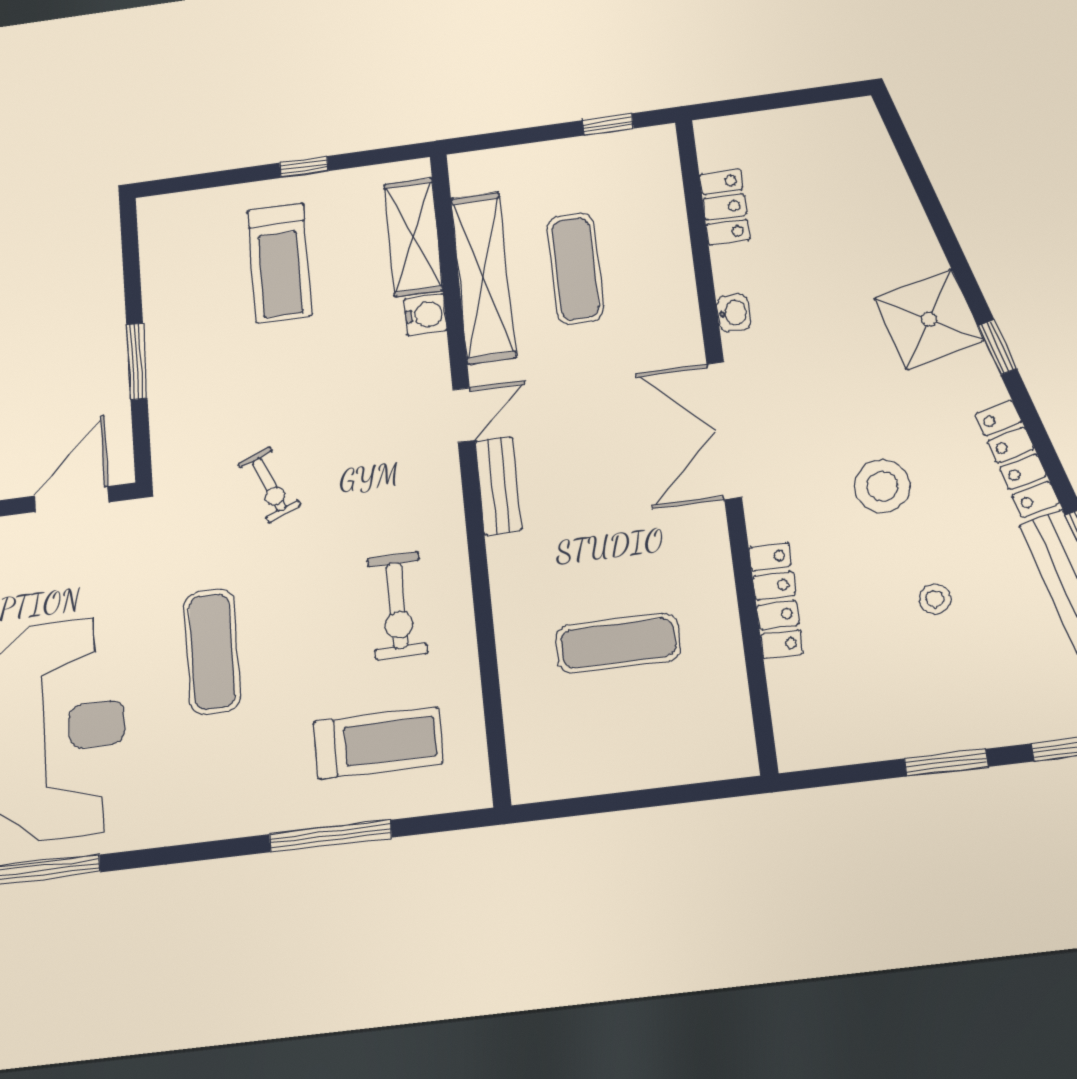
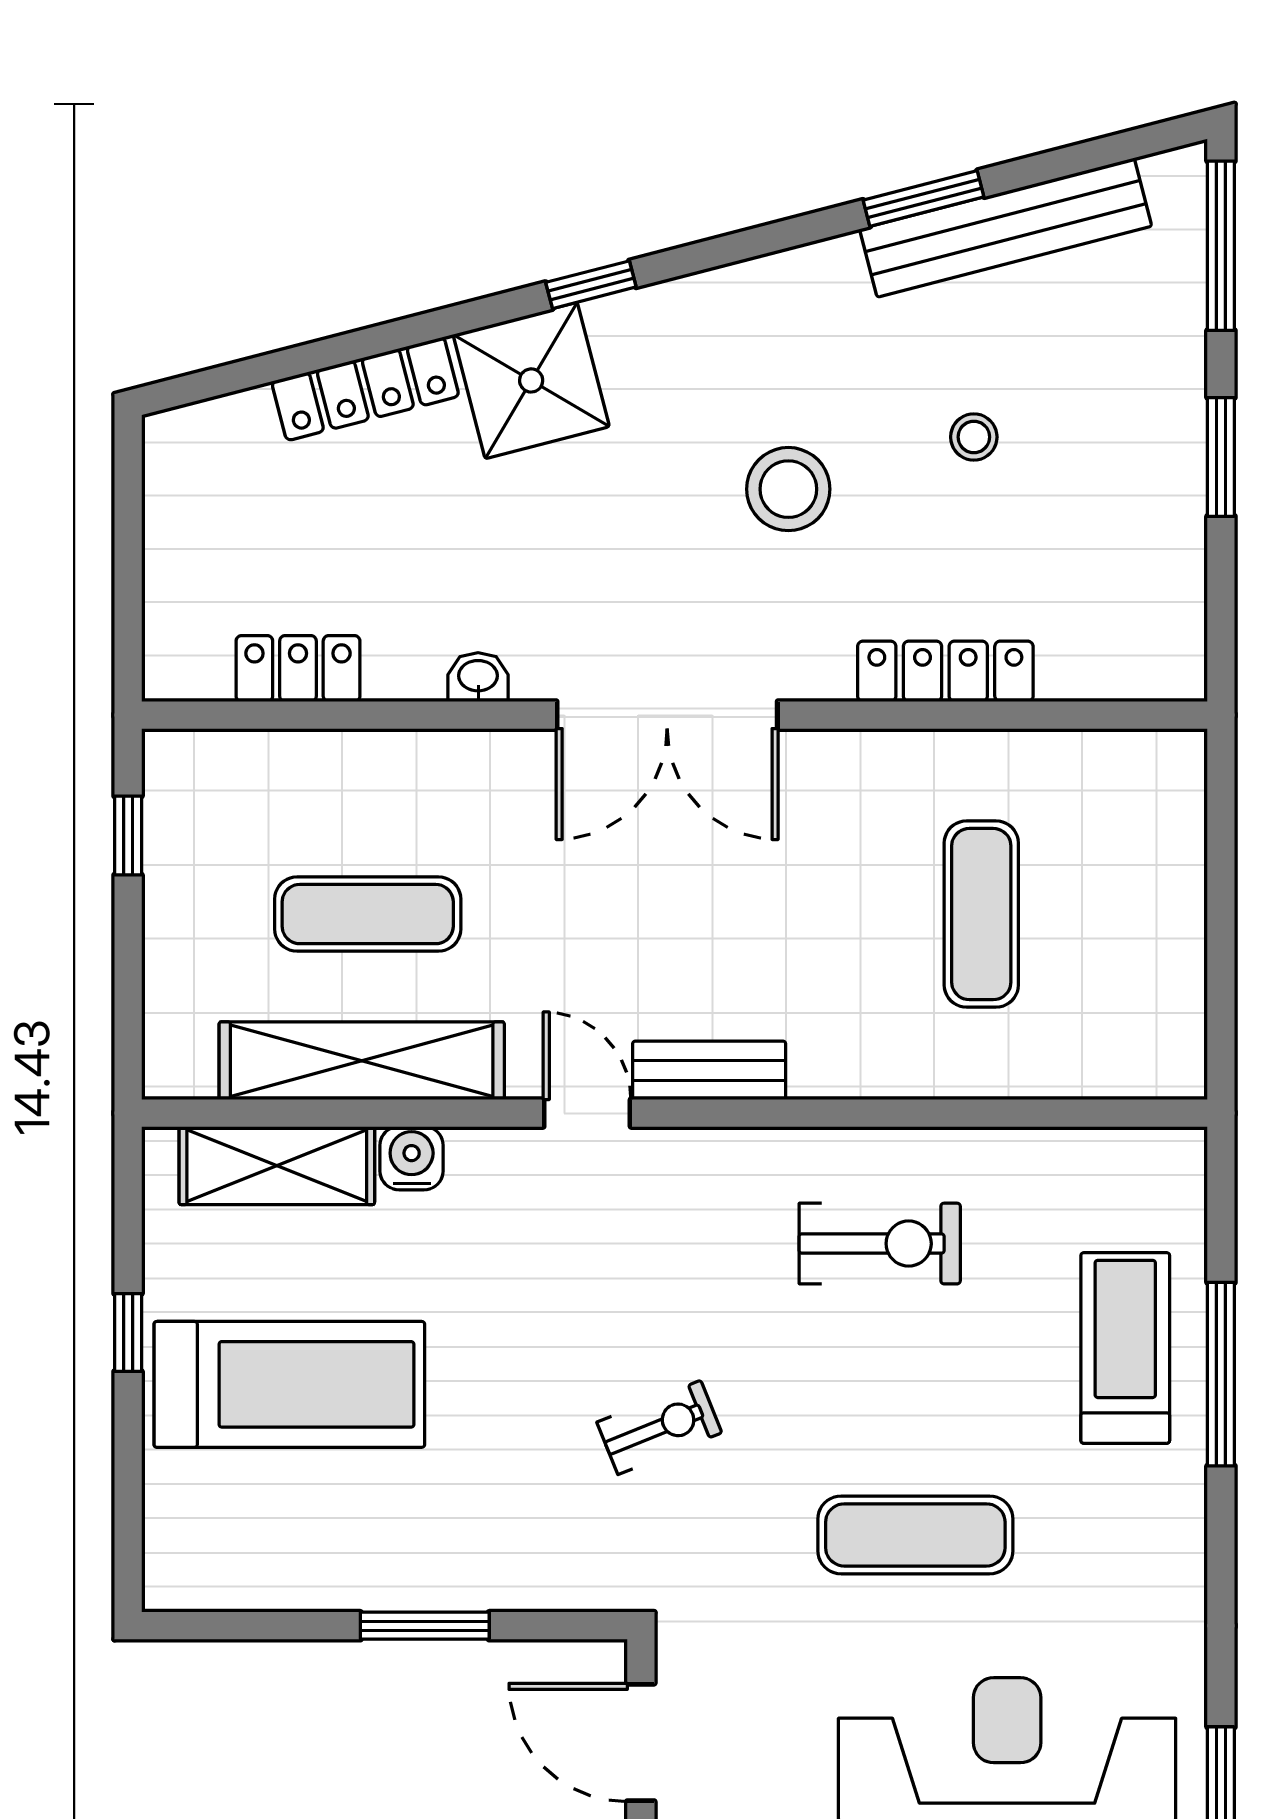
treadmill: (279, 263) -> (289, 1384), width x1.37, depth x1.38
locker: (1017, 458) -> (365, 389), moved
treadmill: (378, 743) -> (1125, 1348), moved

